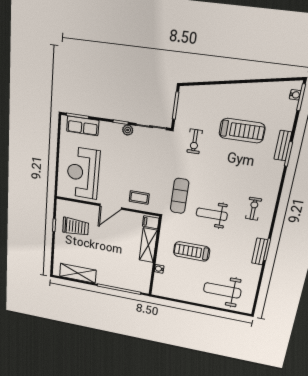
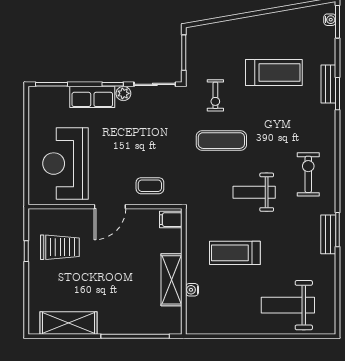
row of seats: (83, 126) -> (92, 97), moved
exercise mat: (180, 196) -> (221, 141), moved, turned 90
exercise bike: (254, 209) -> (308, 174), width x1.38, depth x1.39
shelving: (148, 245) -> (171, 280), moved

